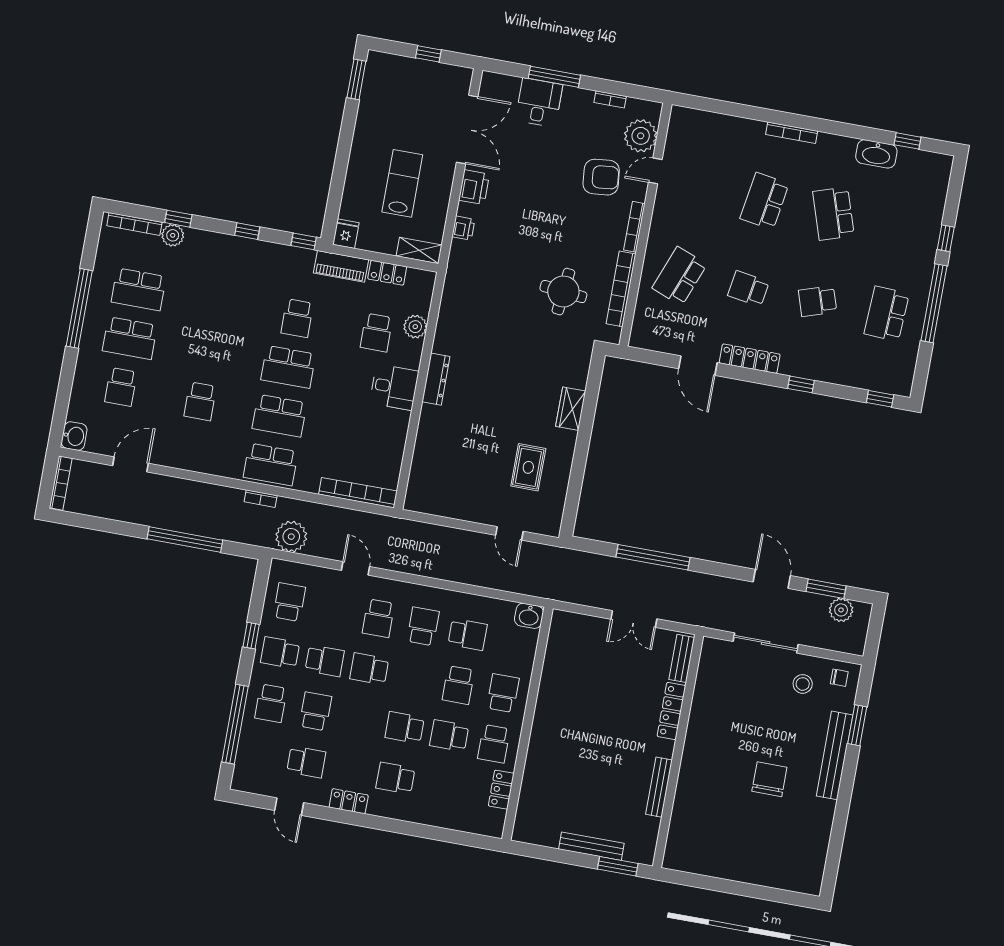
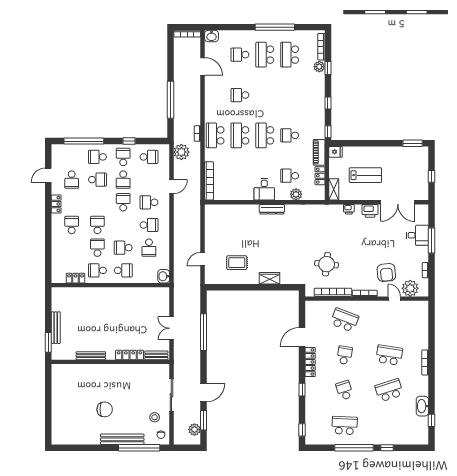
window: (857, 725) -> (139, 448), width x2.11

